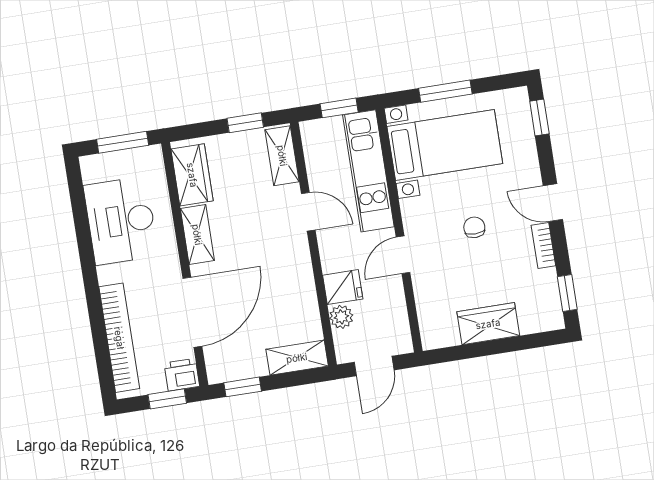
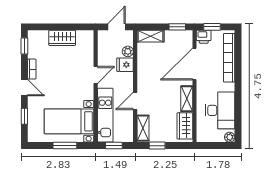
window: (539, 117) -> (24, 116), moved
window: (123, 142) -> (214, 146), removed
plant: (91, 166) -> (230, 137), added
door: (308, 212) -> (135, 101), hinge flipped
chair: (474, 227) -> (62, 82), removed

